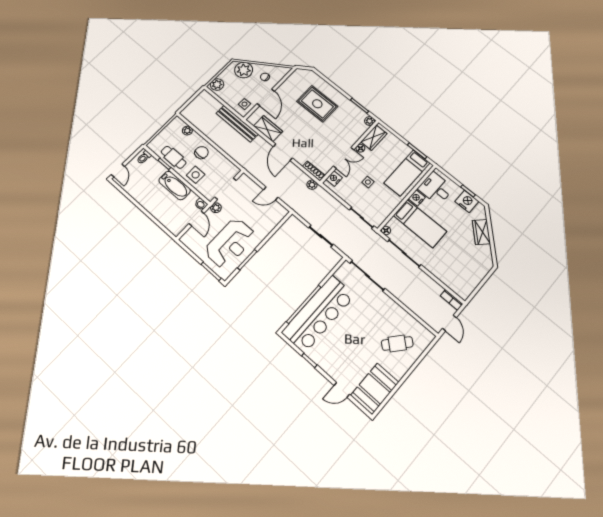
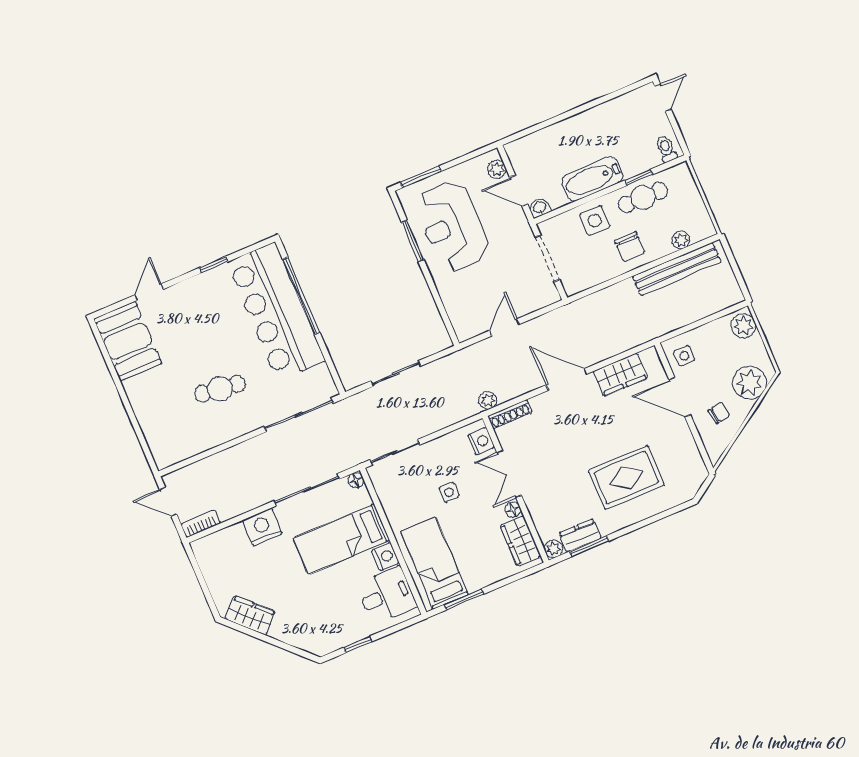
dresser: (357, 112) -> (580, 536), added
bench: (237, 124) -> (677, 269), moved
door: (118, 170) -> (663, 98), swing flipped
nightstand: (467, 201) -> (262, 527), moved, turned 180
plant: (216, 208) -> (497, 169), moved
wardrobe: (481, 232) -> (250, 615), moved
cafe table: (397, 343) -> (220, 389), moved, turned 56

